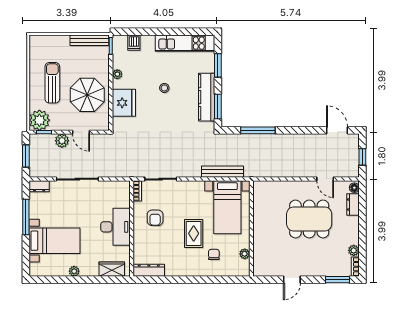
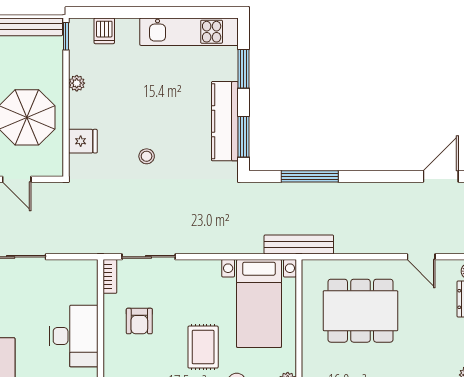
stool: (164, 88) -> (147, 156), moved
fridge: (124, 103) -> (83, 141), width x0.53, depth x0.75
door: (337, 130) -> (441, 176), hinge flipped
bench: (222, 172) -> (299, 245), moved
dining table: (309, 219) -> (360, 311), moved

